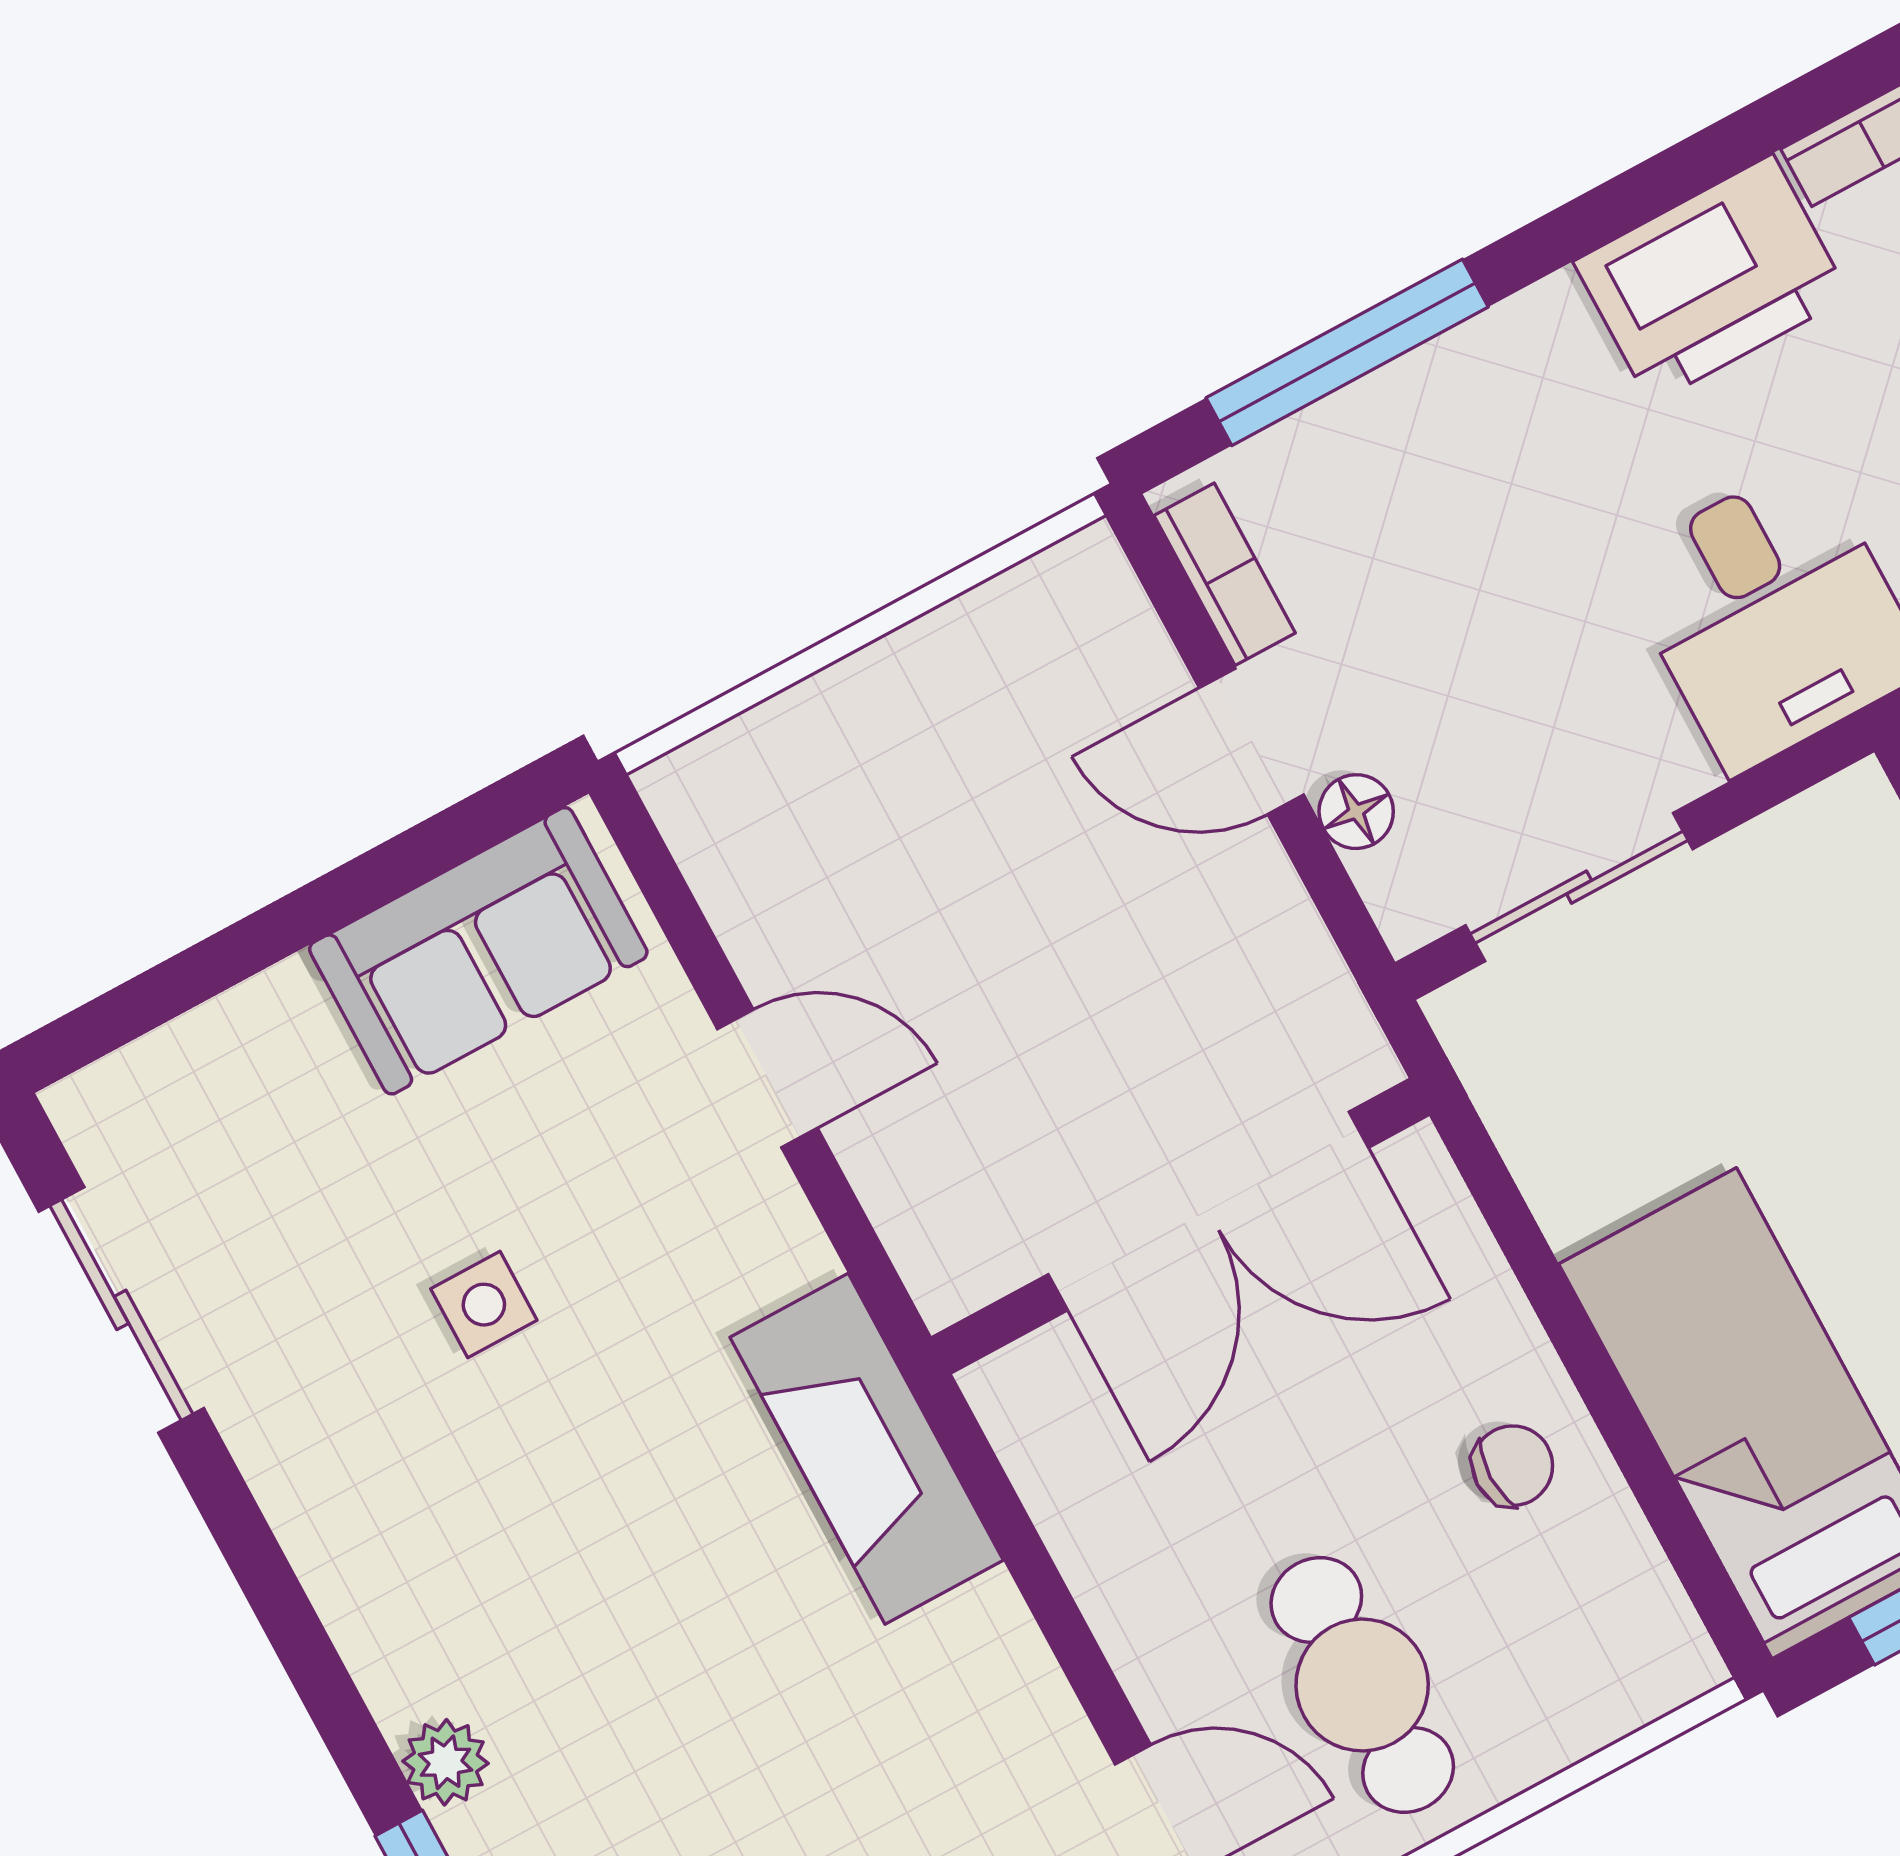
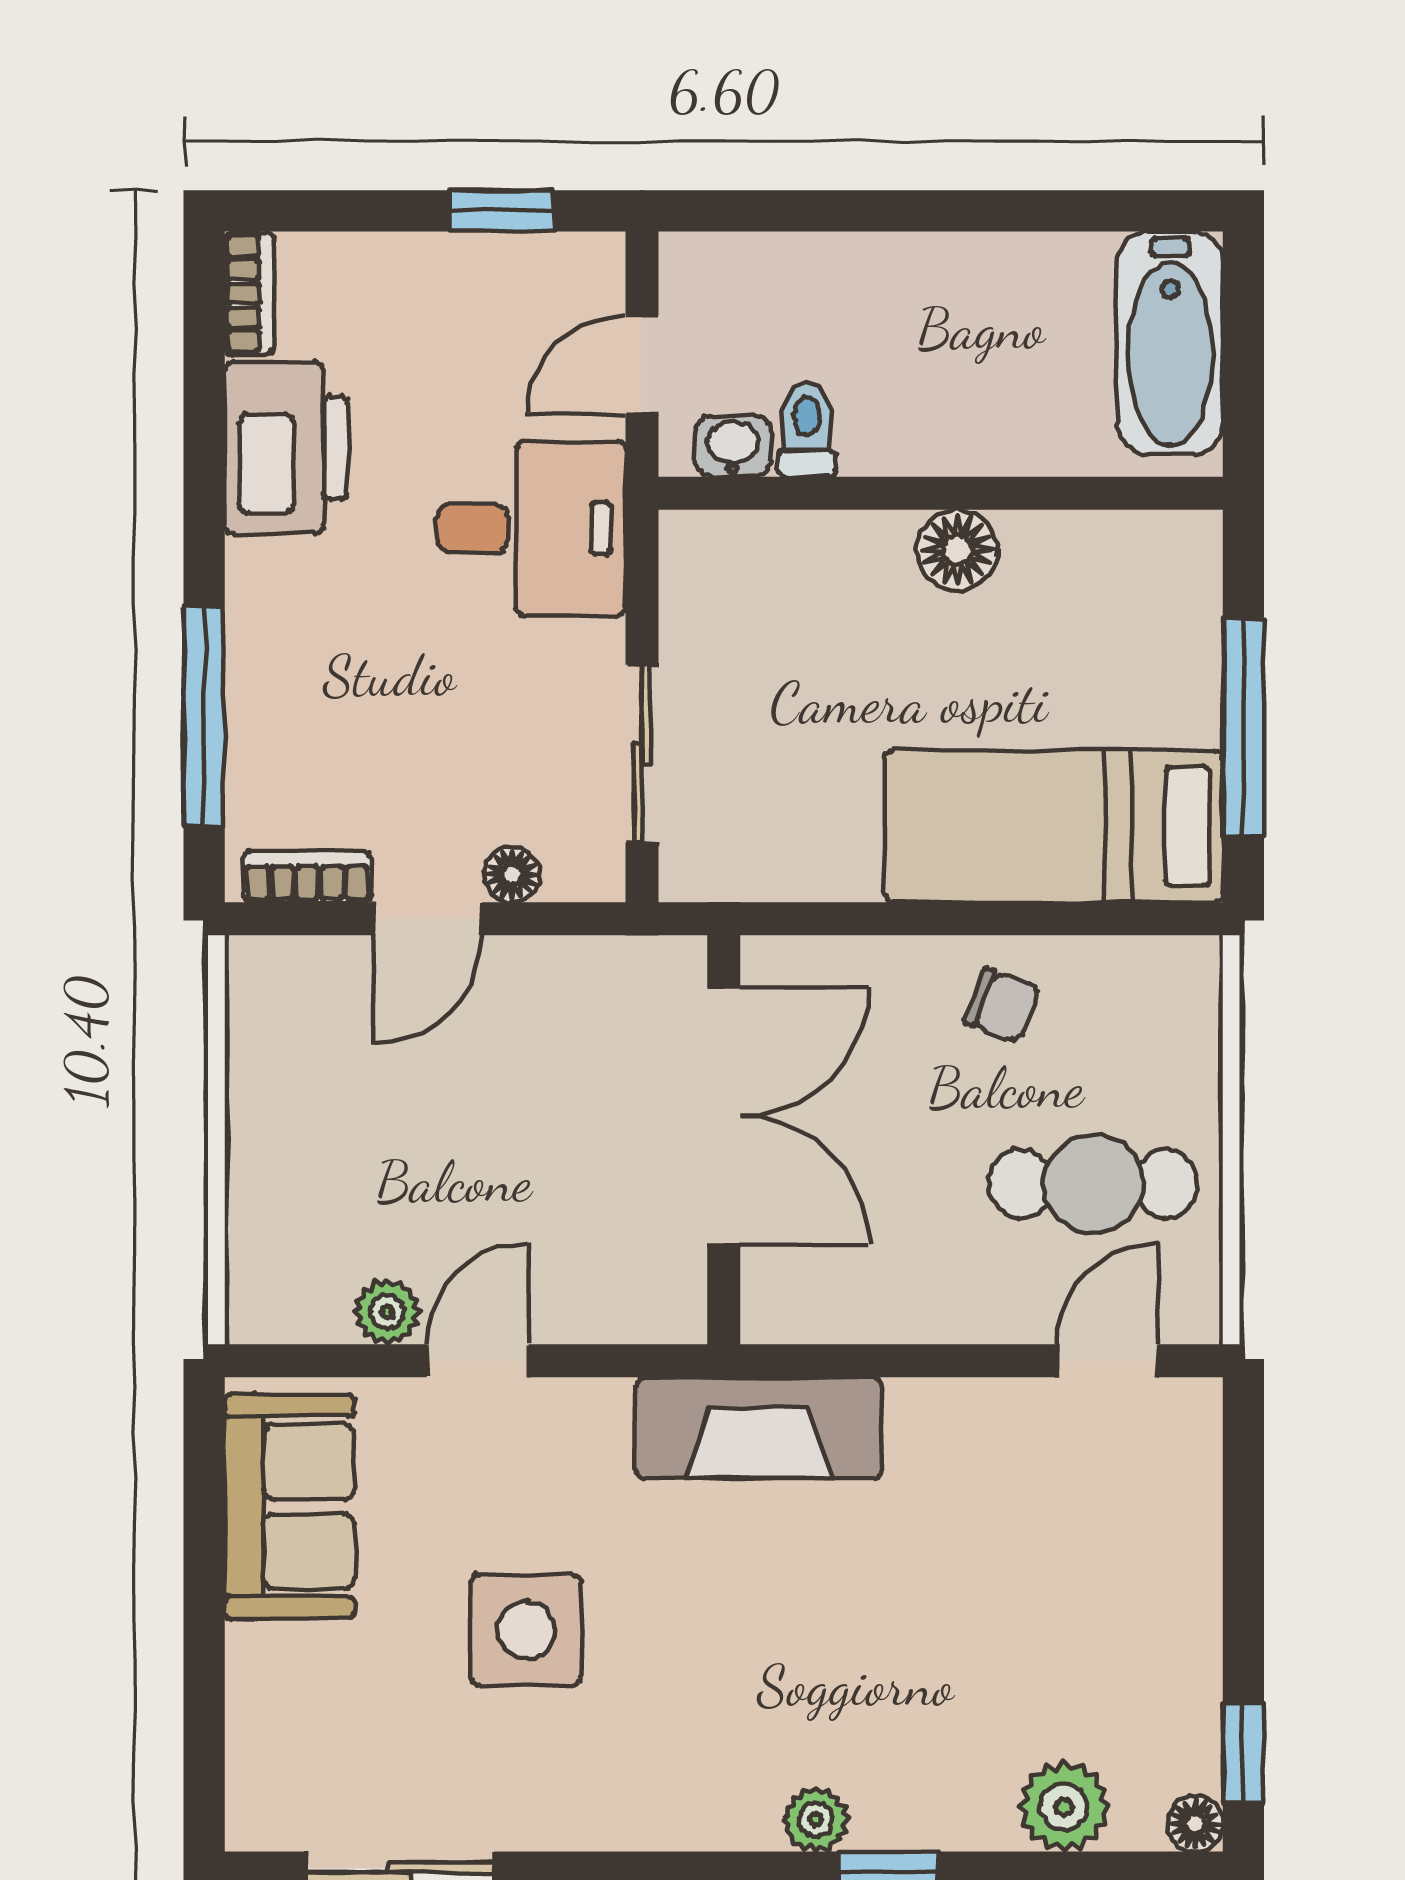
plant: (767, 942) -> (387, 1312), added
side table: (484, 1305) -> (526, 1630), width x1.87, depth x1.87
chair: (1513, 1466) -> (1002, 1005), turned 111

